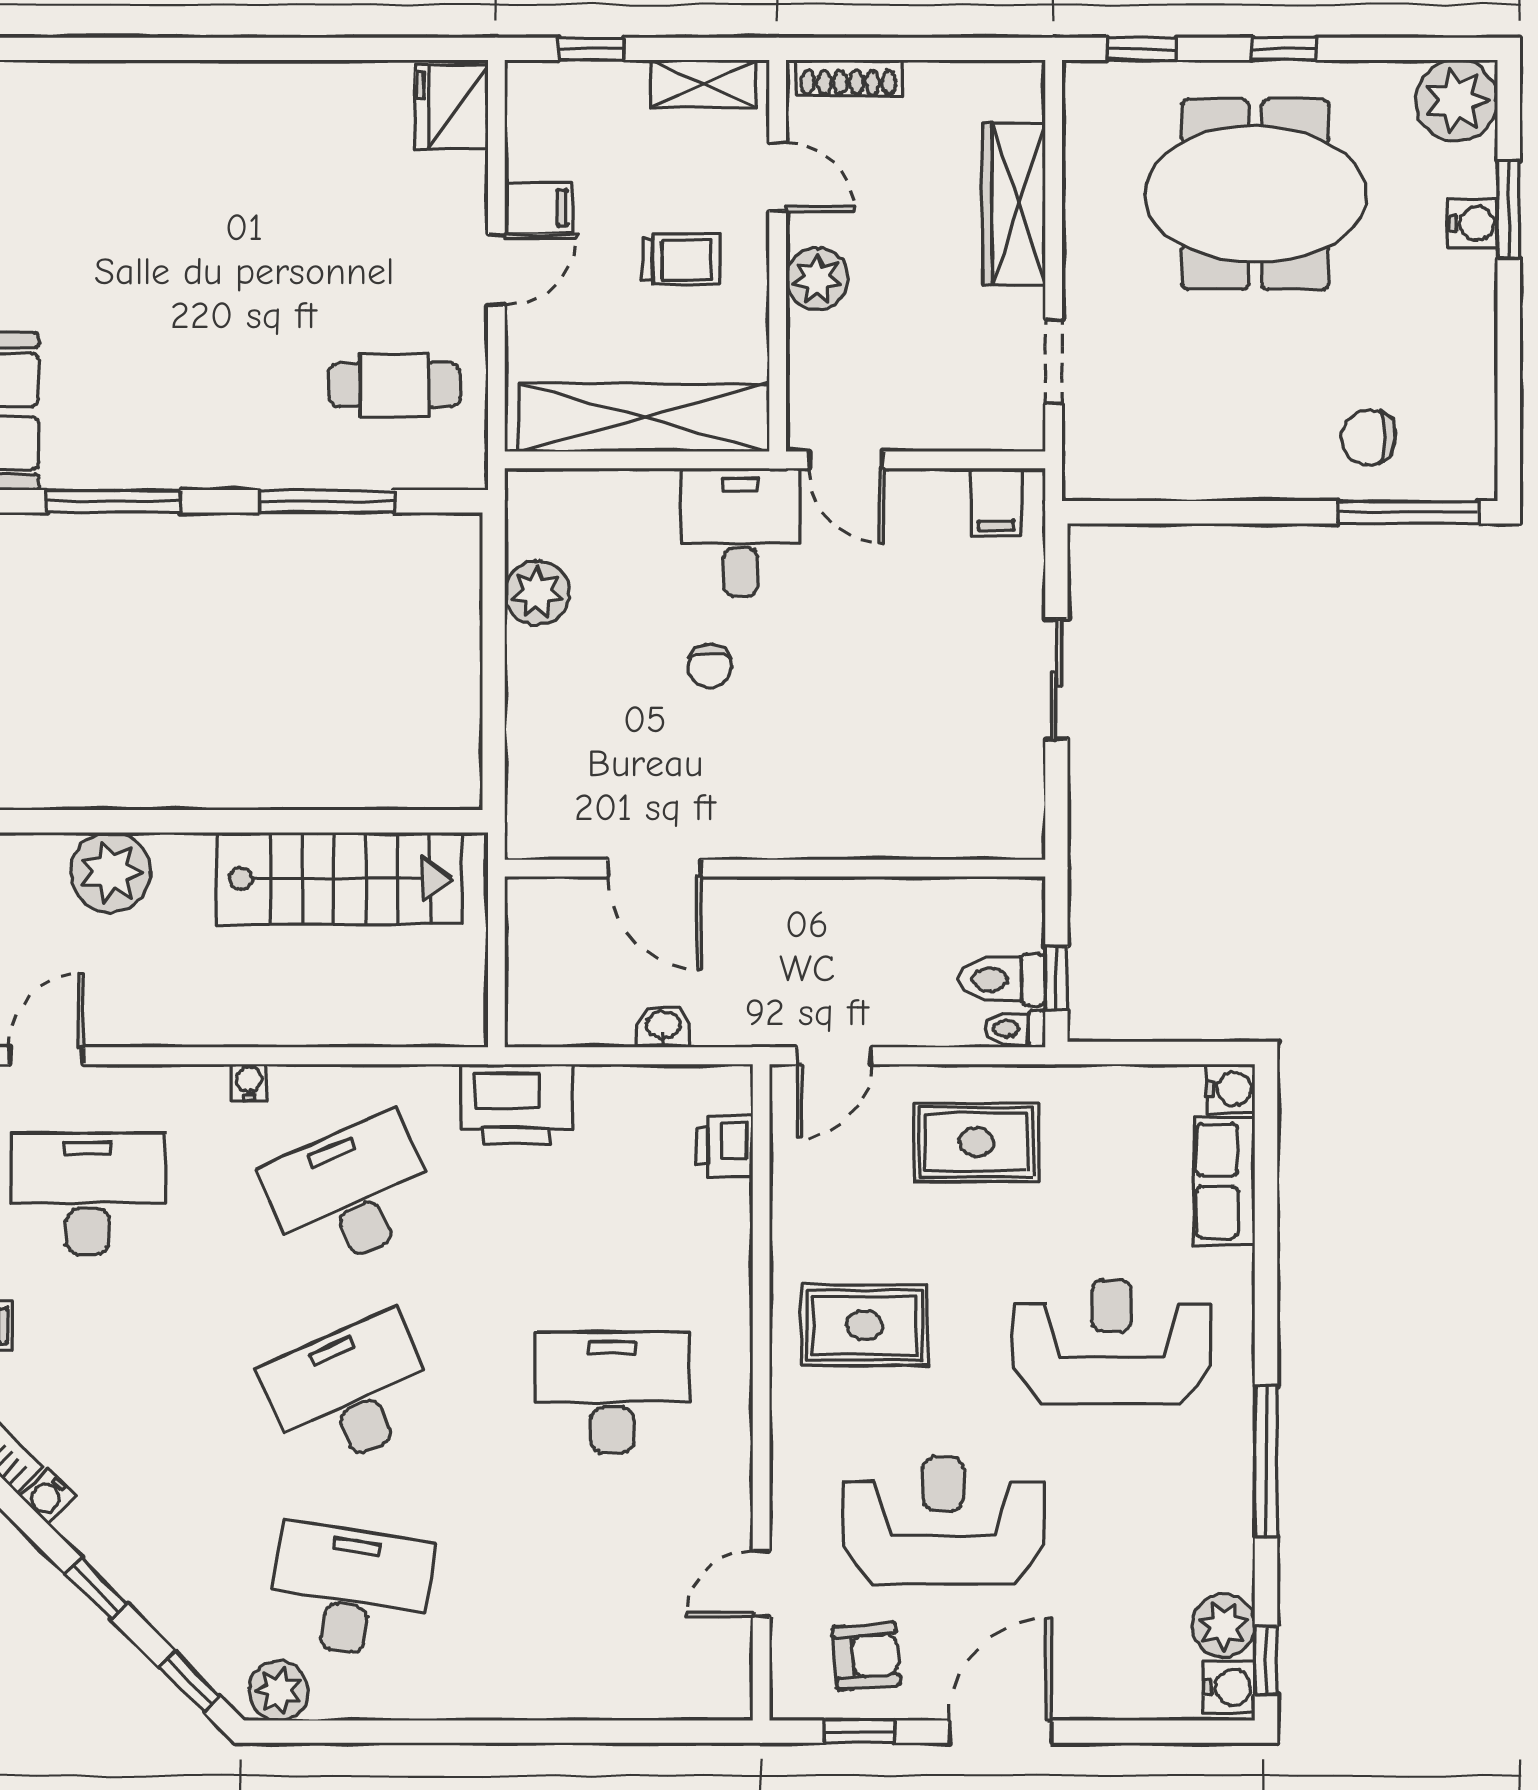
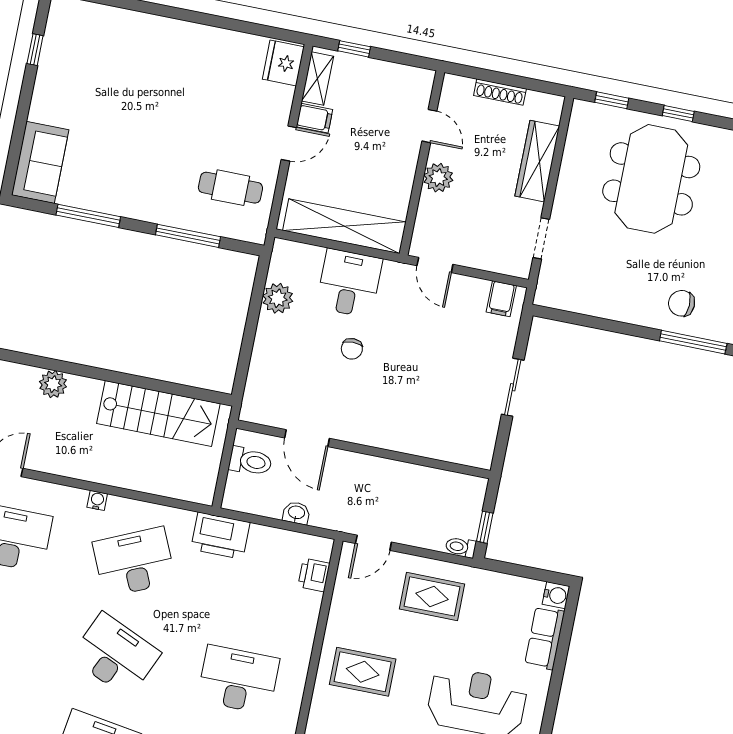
shoe rack: (848, 78) -> (500, 92), moved
shelving: (704, 84) -> (317, 79), moved, turned 90
meeting table: (1255, 194) -> (651, 179), turned 90
trolley: (681, 259) -> (376, 156), removed
desk: (741, 532) -> (349, 283), moved
plant: (111, 872) -> (53, 384), width x0.73, depth x0.73
toilet: (1002, 980) -> (250, 461), moved, turned 180
desk: (350, 1392) -> (116, 655), turned 48

